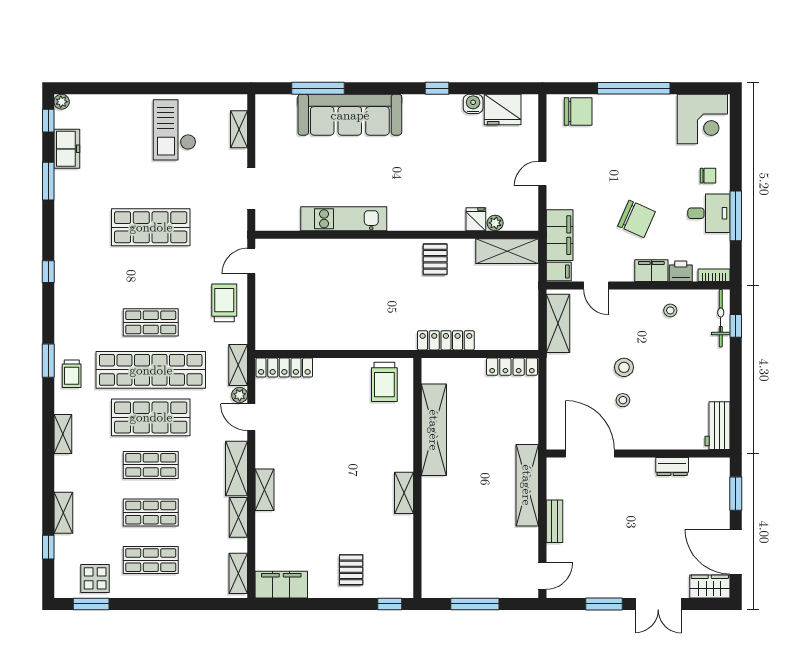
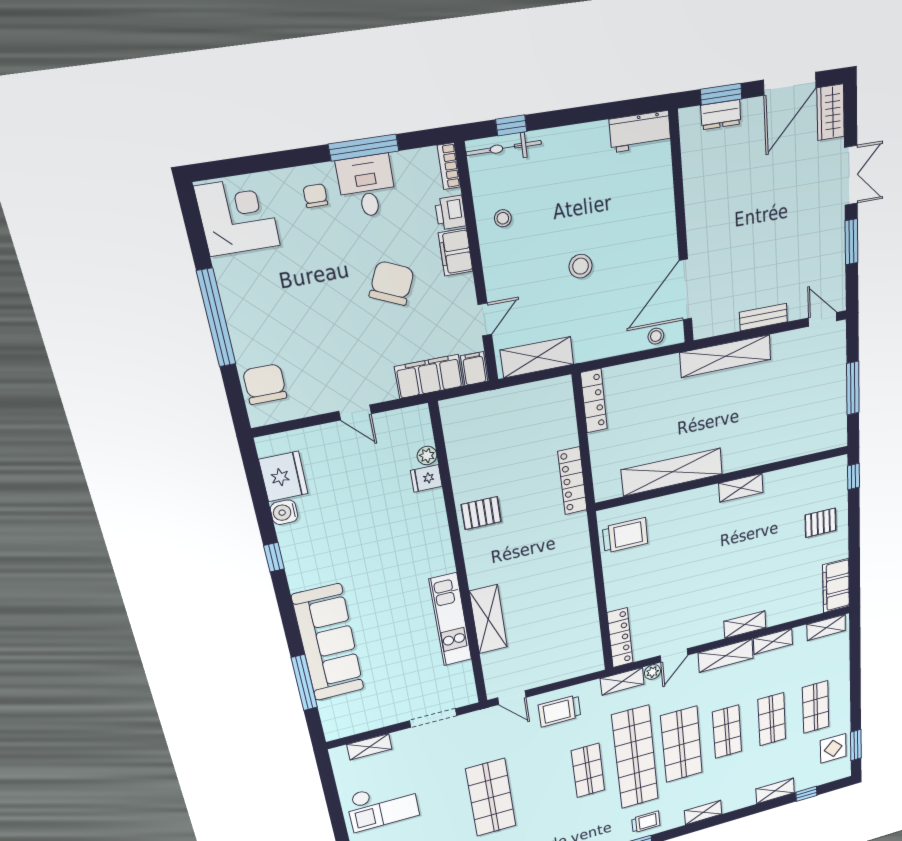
shelving: (507, 251) -> (488, 619), moved
stool: (623, 400) -> (656, 336), moved
dresser: (672, 467) -> (721, 115), moved, turned 90

